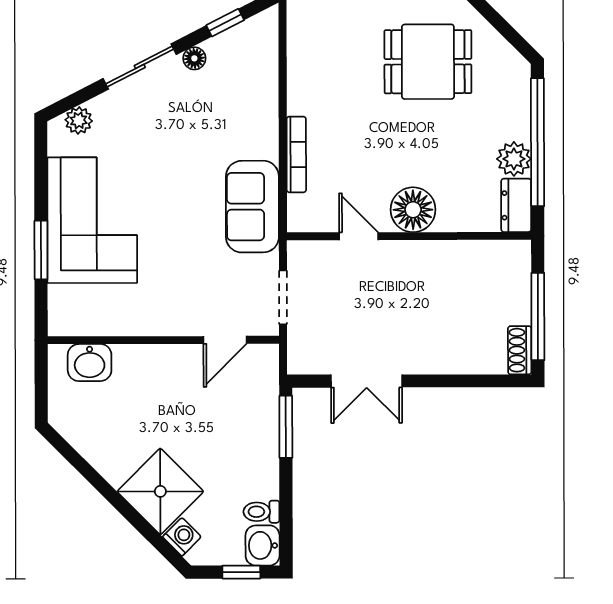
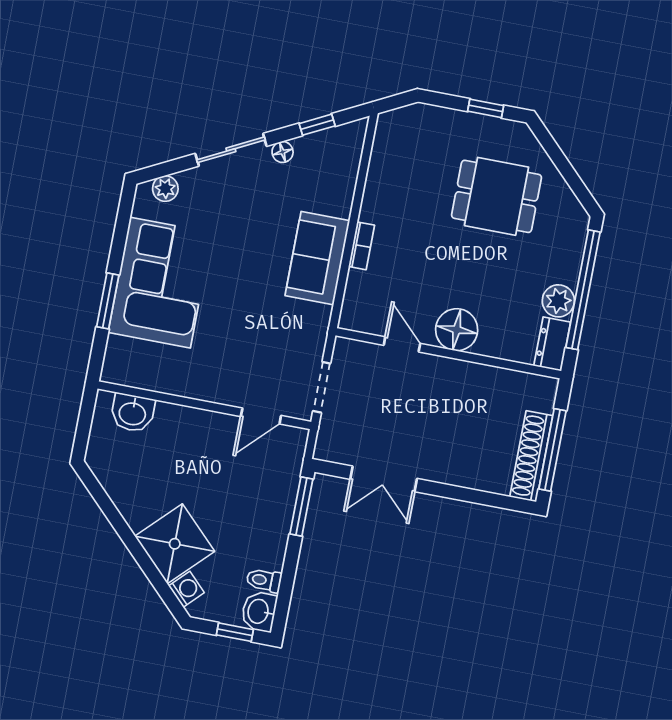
bookcase: (296, 154) -> (362, 246), width x0.64
sofa: (252, 207) -> (317, 258), moved
shoe rack: (520, 350) -> (531, 456), width x1.94, depth x1.24

